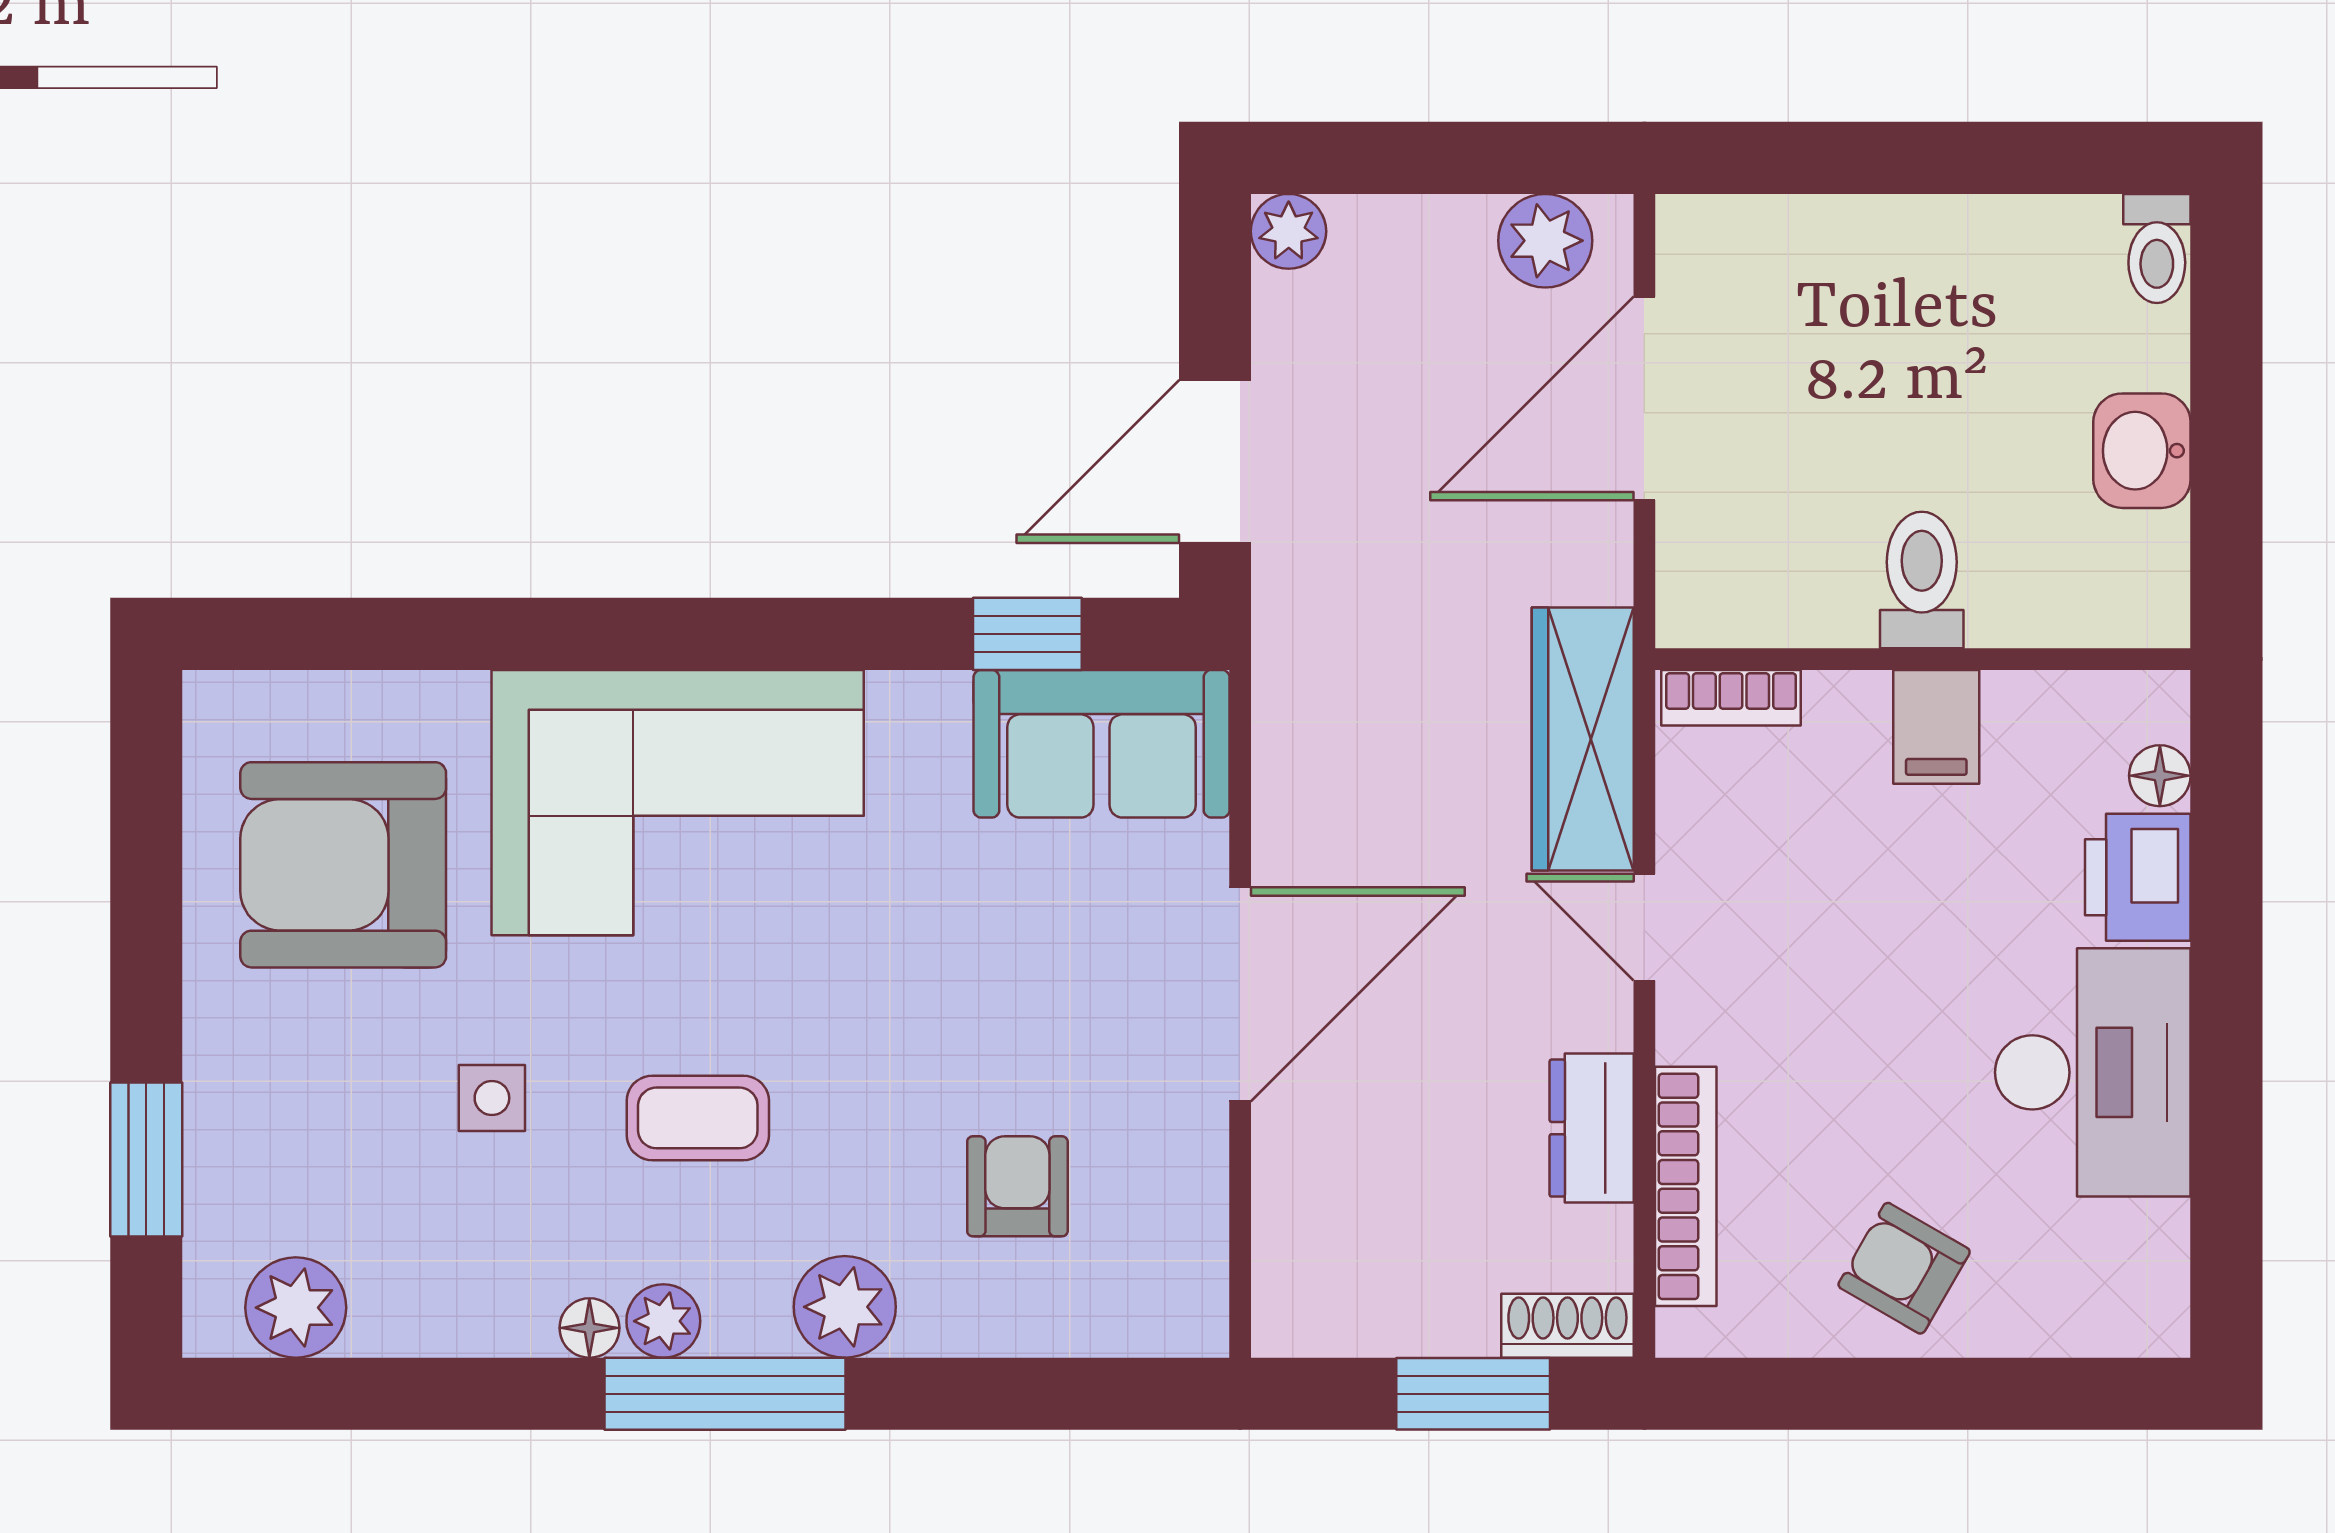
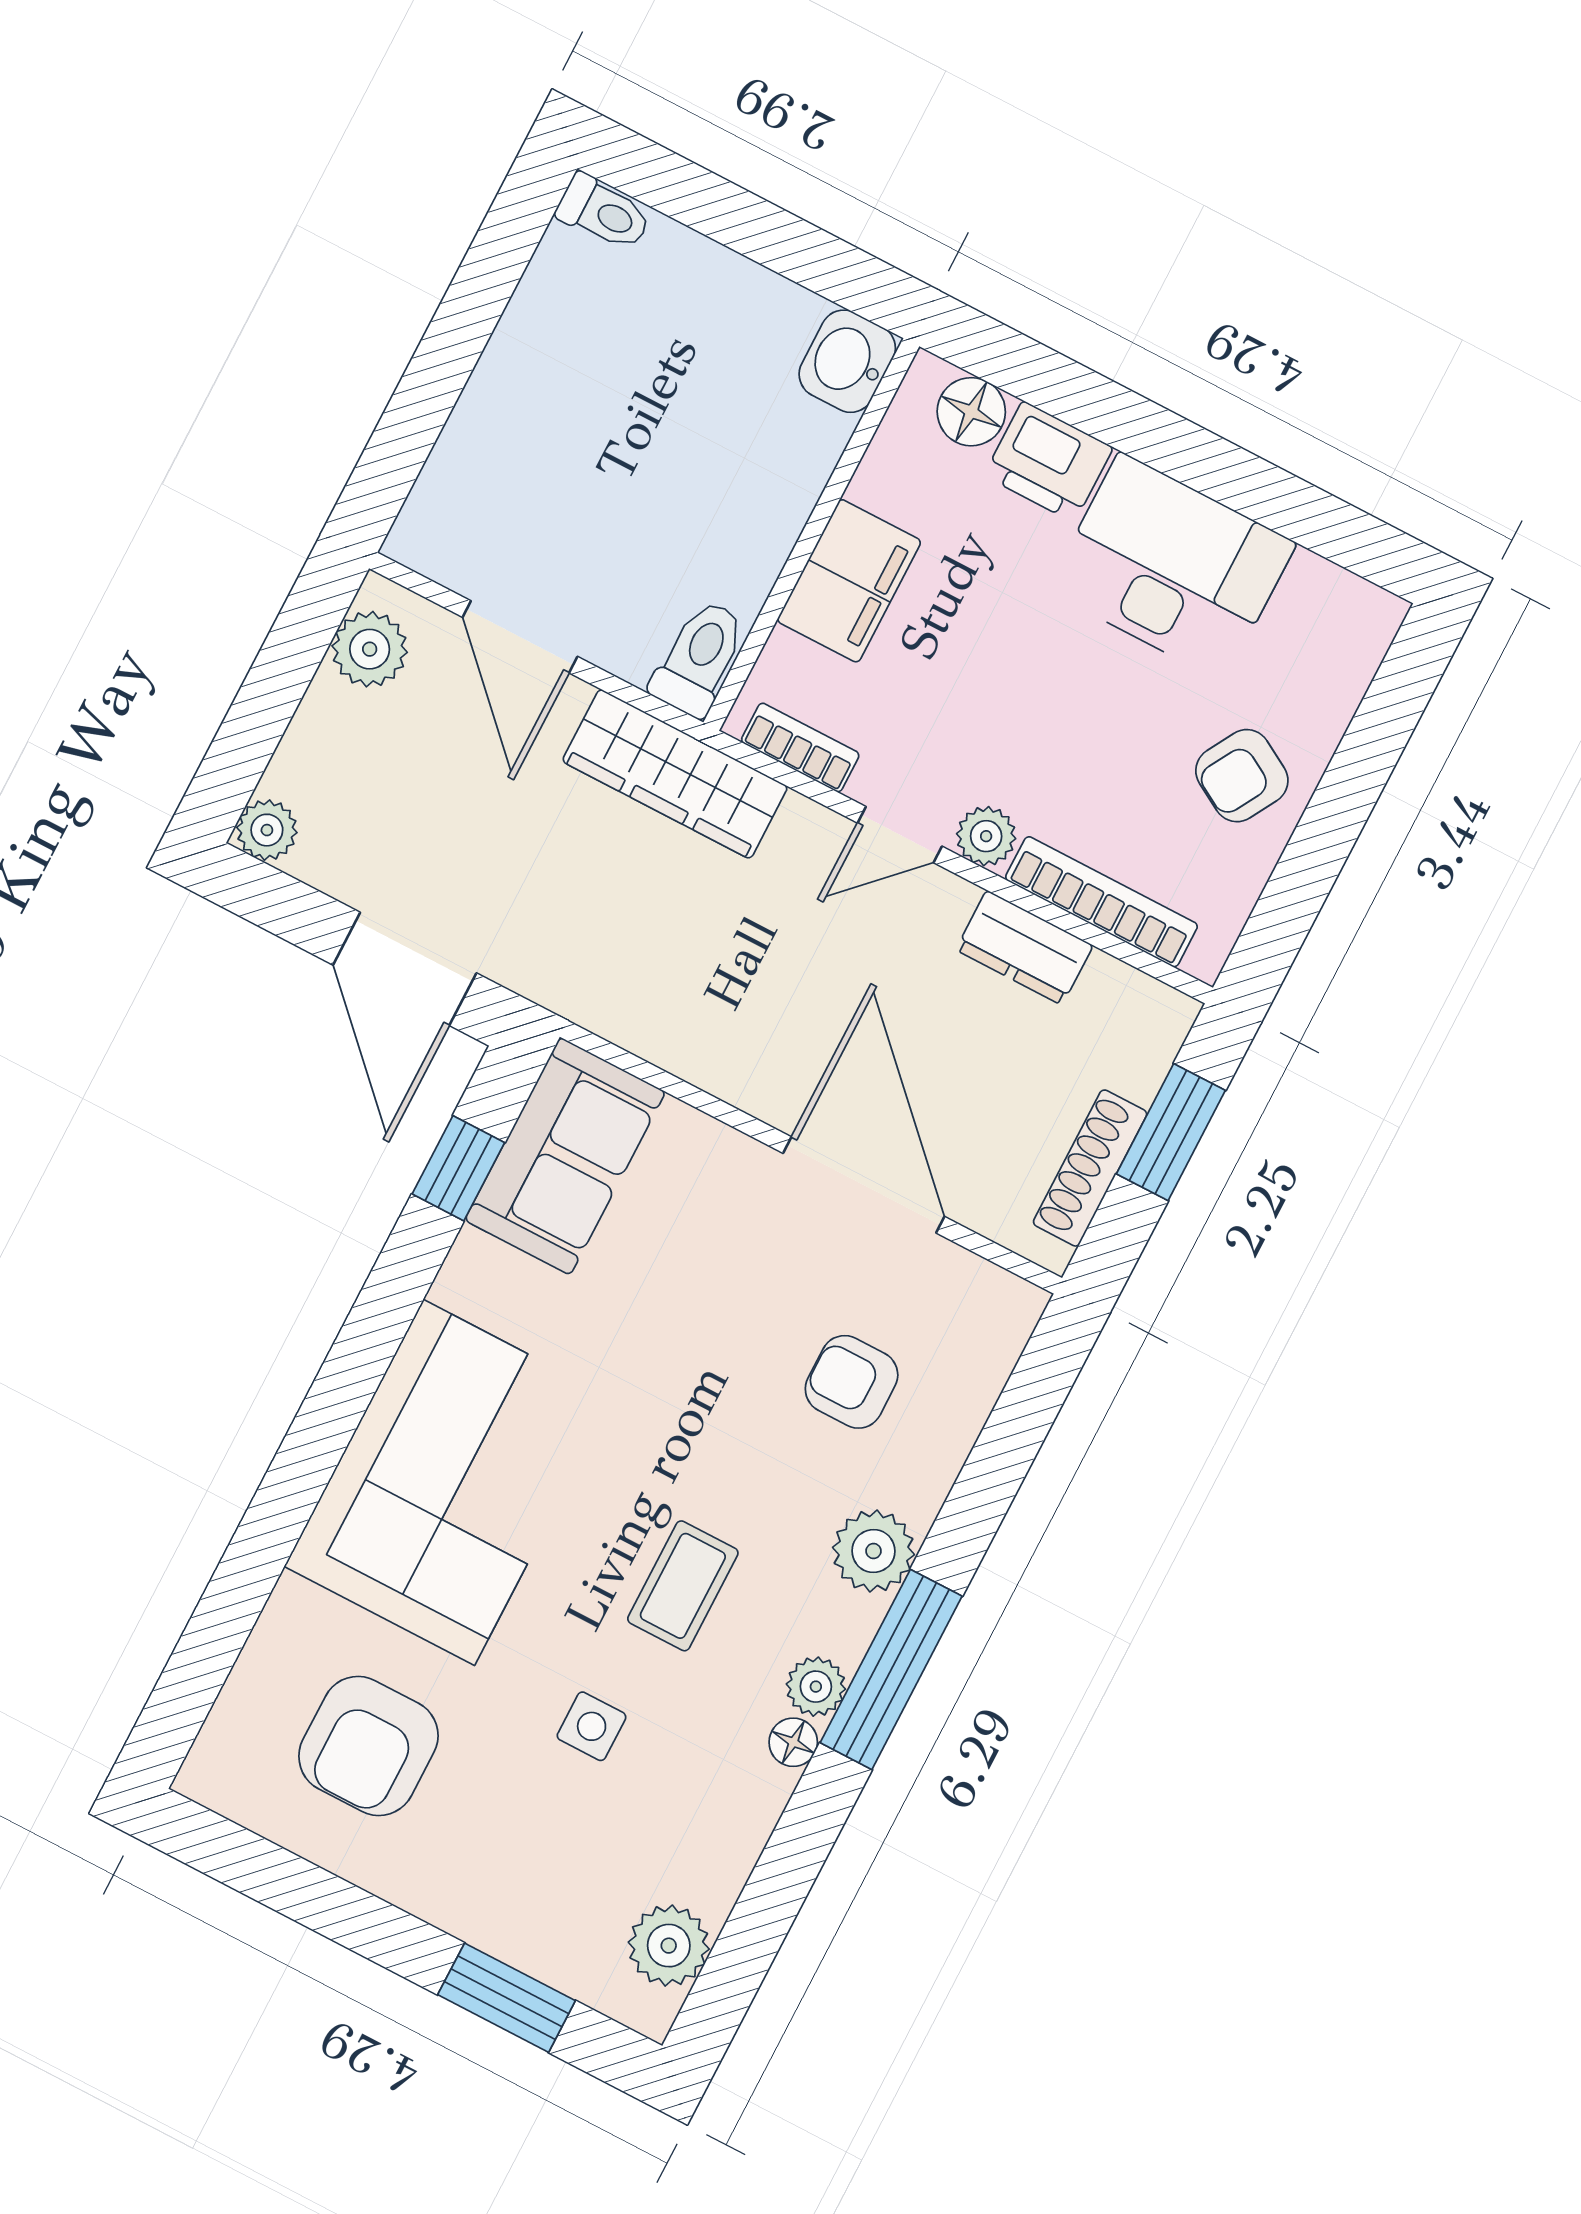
door: (1644, 398) -> (520, 637), width x0.73
washbasin: (2142, 451) -> (847, 361), moved, turned 90
toilet: (1922, 580) -> (699, 658), moved, turned 90
bookcase: (1731, 698) -> (800, 748), moved, turned -90
filing cabinet: (1936, 727) -> (849, 581), width x2.00
wardrobe: (1583, 739) -> (675, 774), moved
floor lamp: (2160, 776) -> (971, 412), width x1.37, depth x1.37
armchair: (343, 865) -> (368, 1746), width x0.73, depth x0.73
door: (1240, 994) -> (864, 1185), moved
plant: (1692, 1023) -> (986, 836), added
shoe rack: (1567, 1326) -> (1090, 1168), moved, width x1.43

